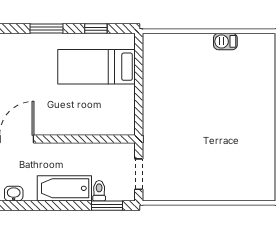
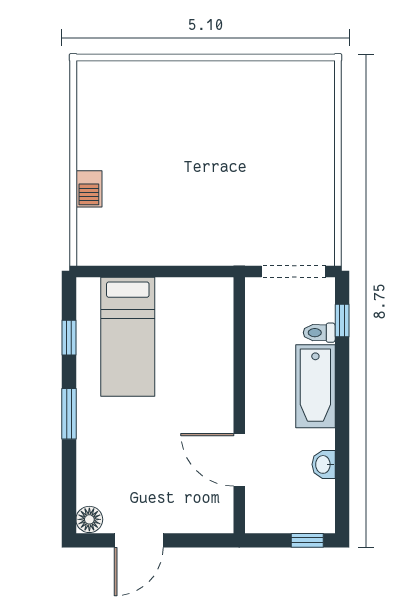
barbecue: (225, 41) -> (89, 189), moved
doorway: (139, 174) -> (294, 271), width x1.38
window: (107, 206) -> (342, 320), width x0.67

